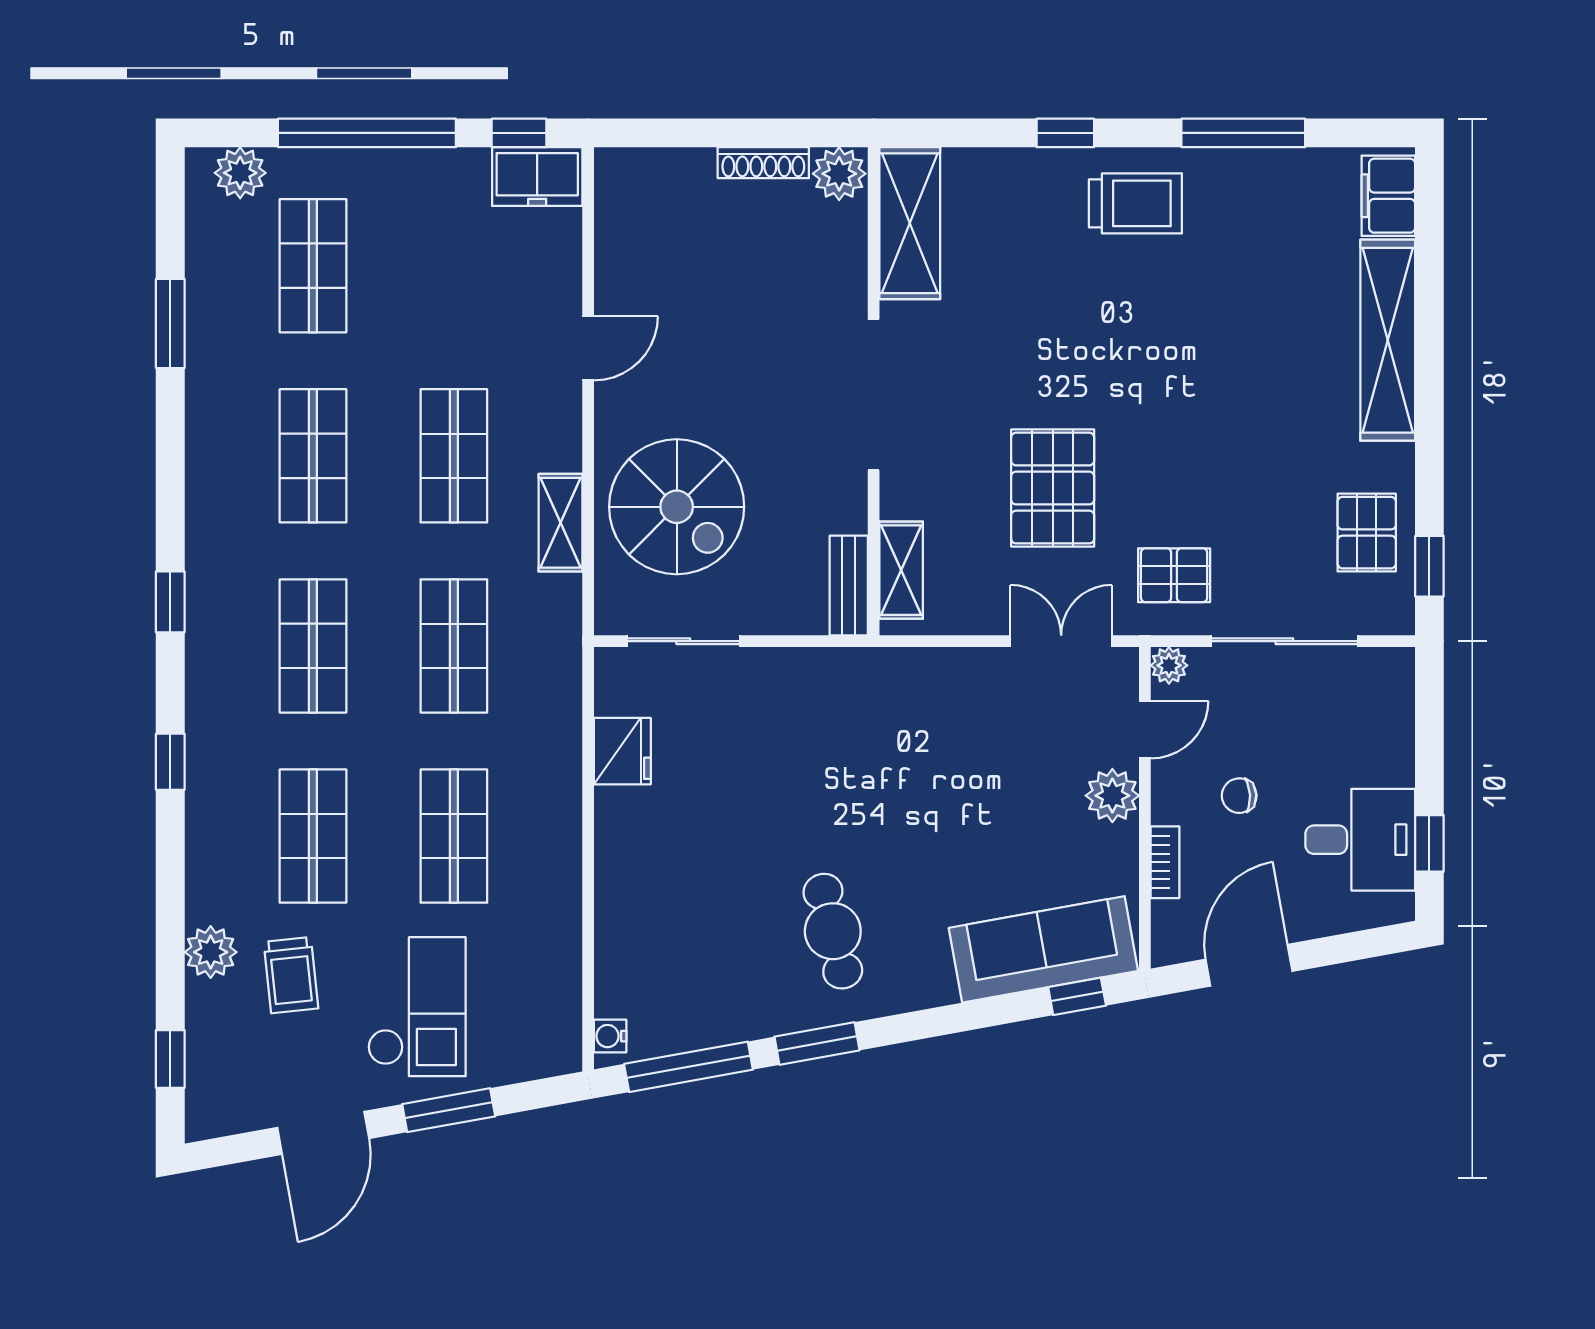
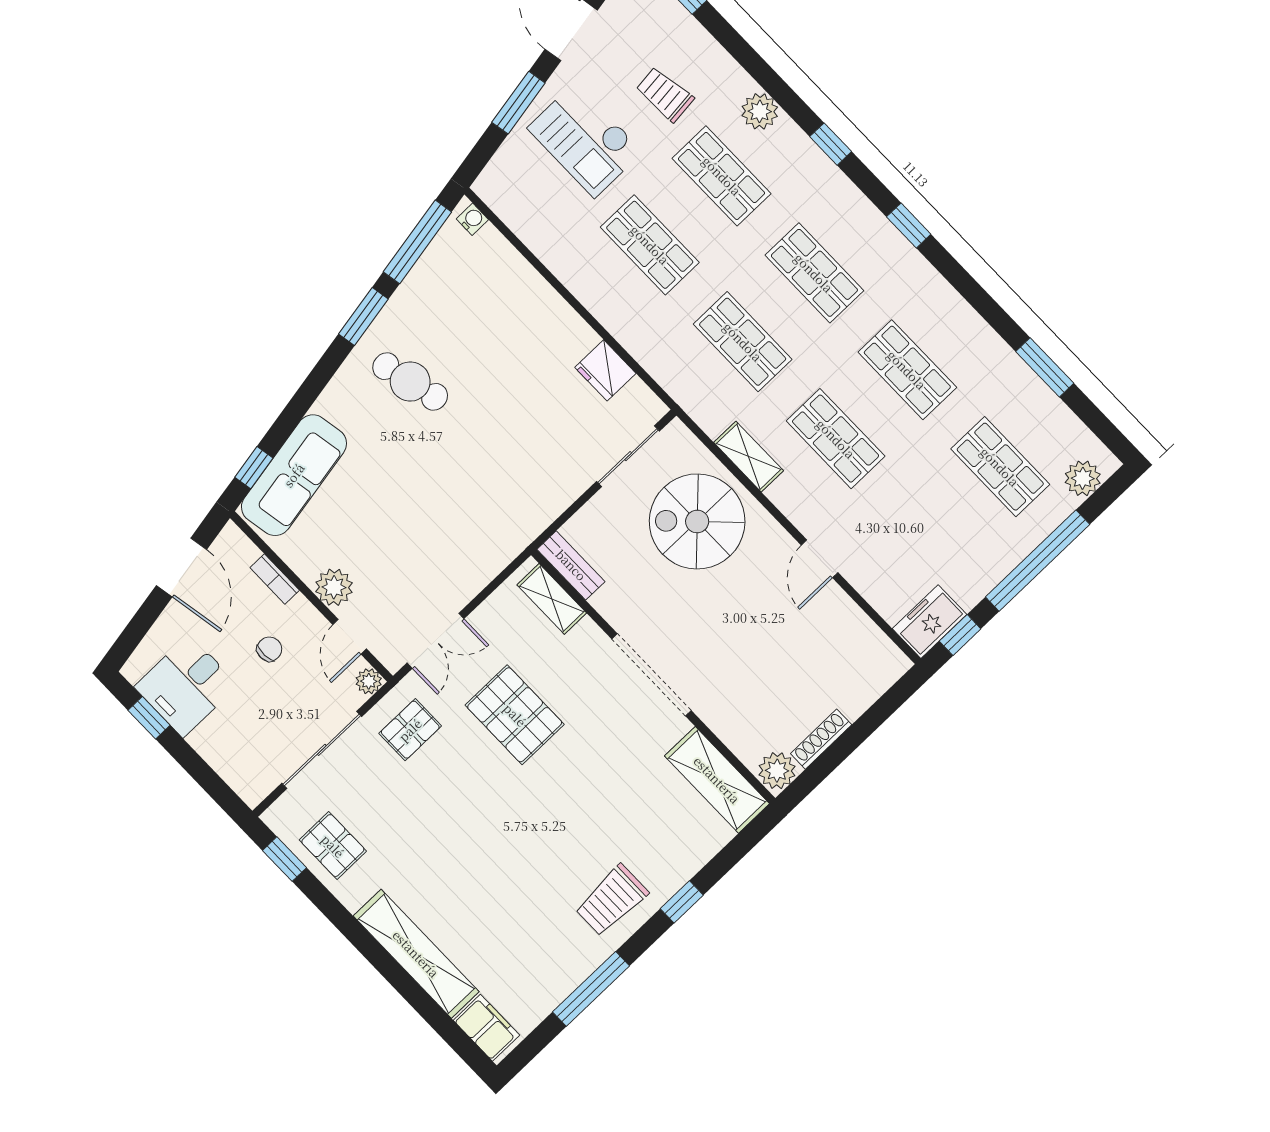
plant: (211, 952) -> (760, 111), moved

